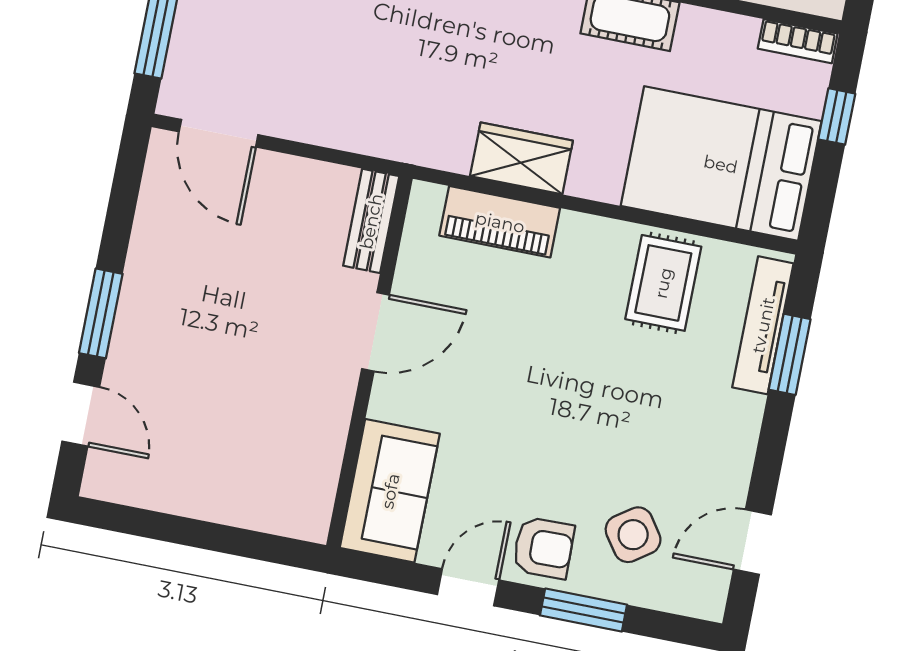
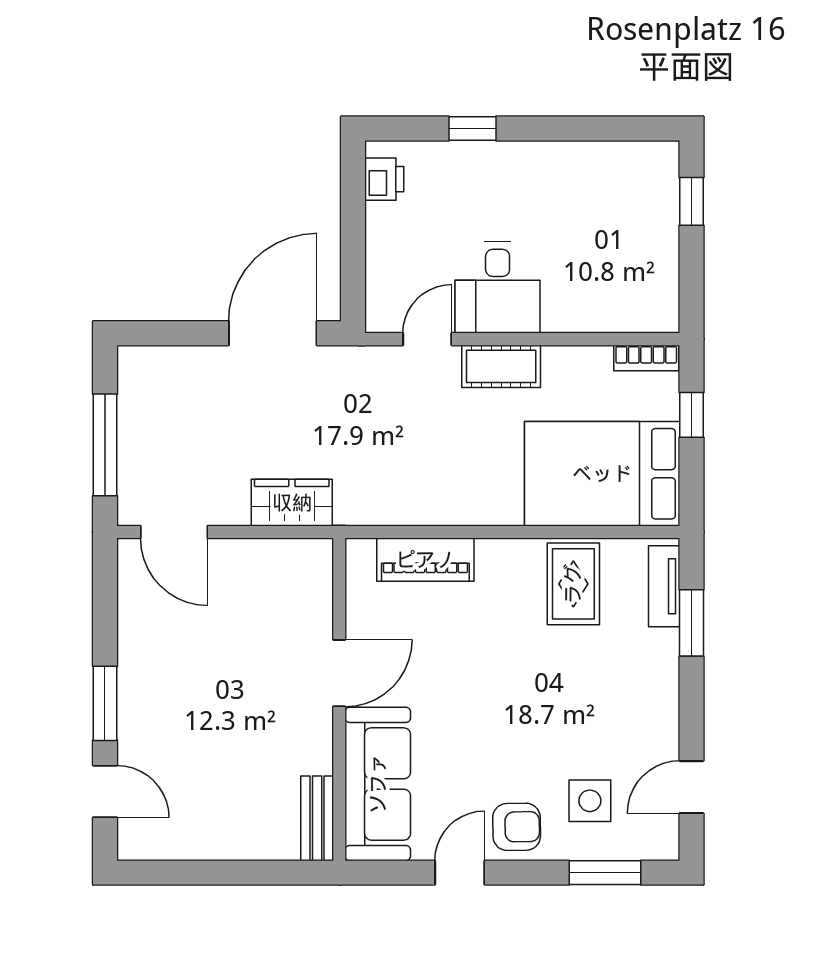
wardrobe: (521, 158) -> (292, 503), moved
bench: (371, 221) -> (317, 818), moved
tv unit: (763, 325) -> (664, 586), width x0.71
sofa: (390, 491) -> (378, 784), width x1.36
side table: (633, 535) -> (590, 801), turned 35
window: (583, 610) -> (605, 873), moved

